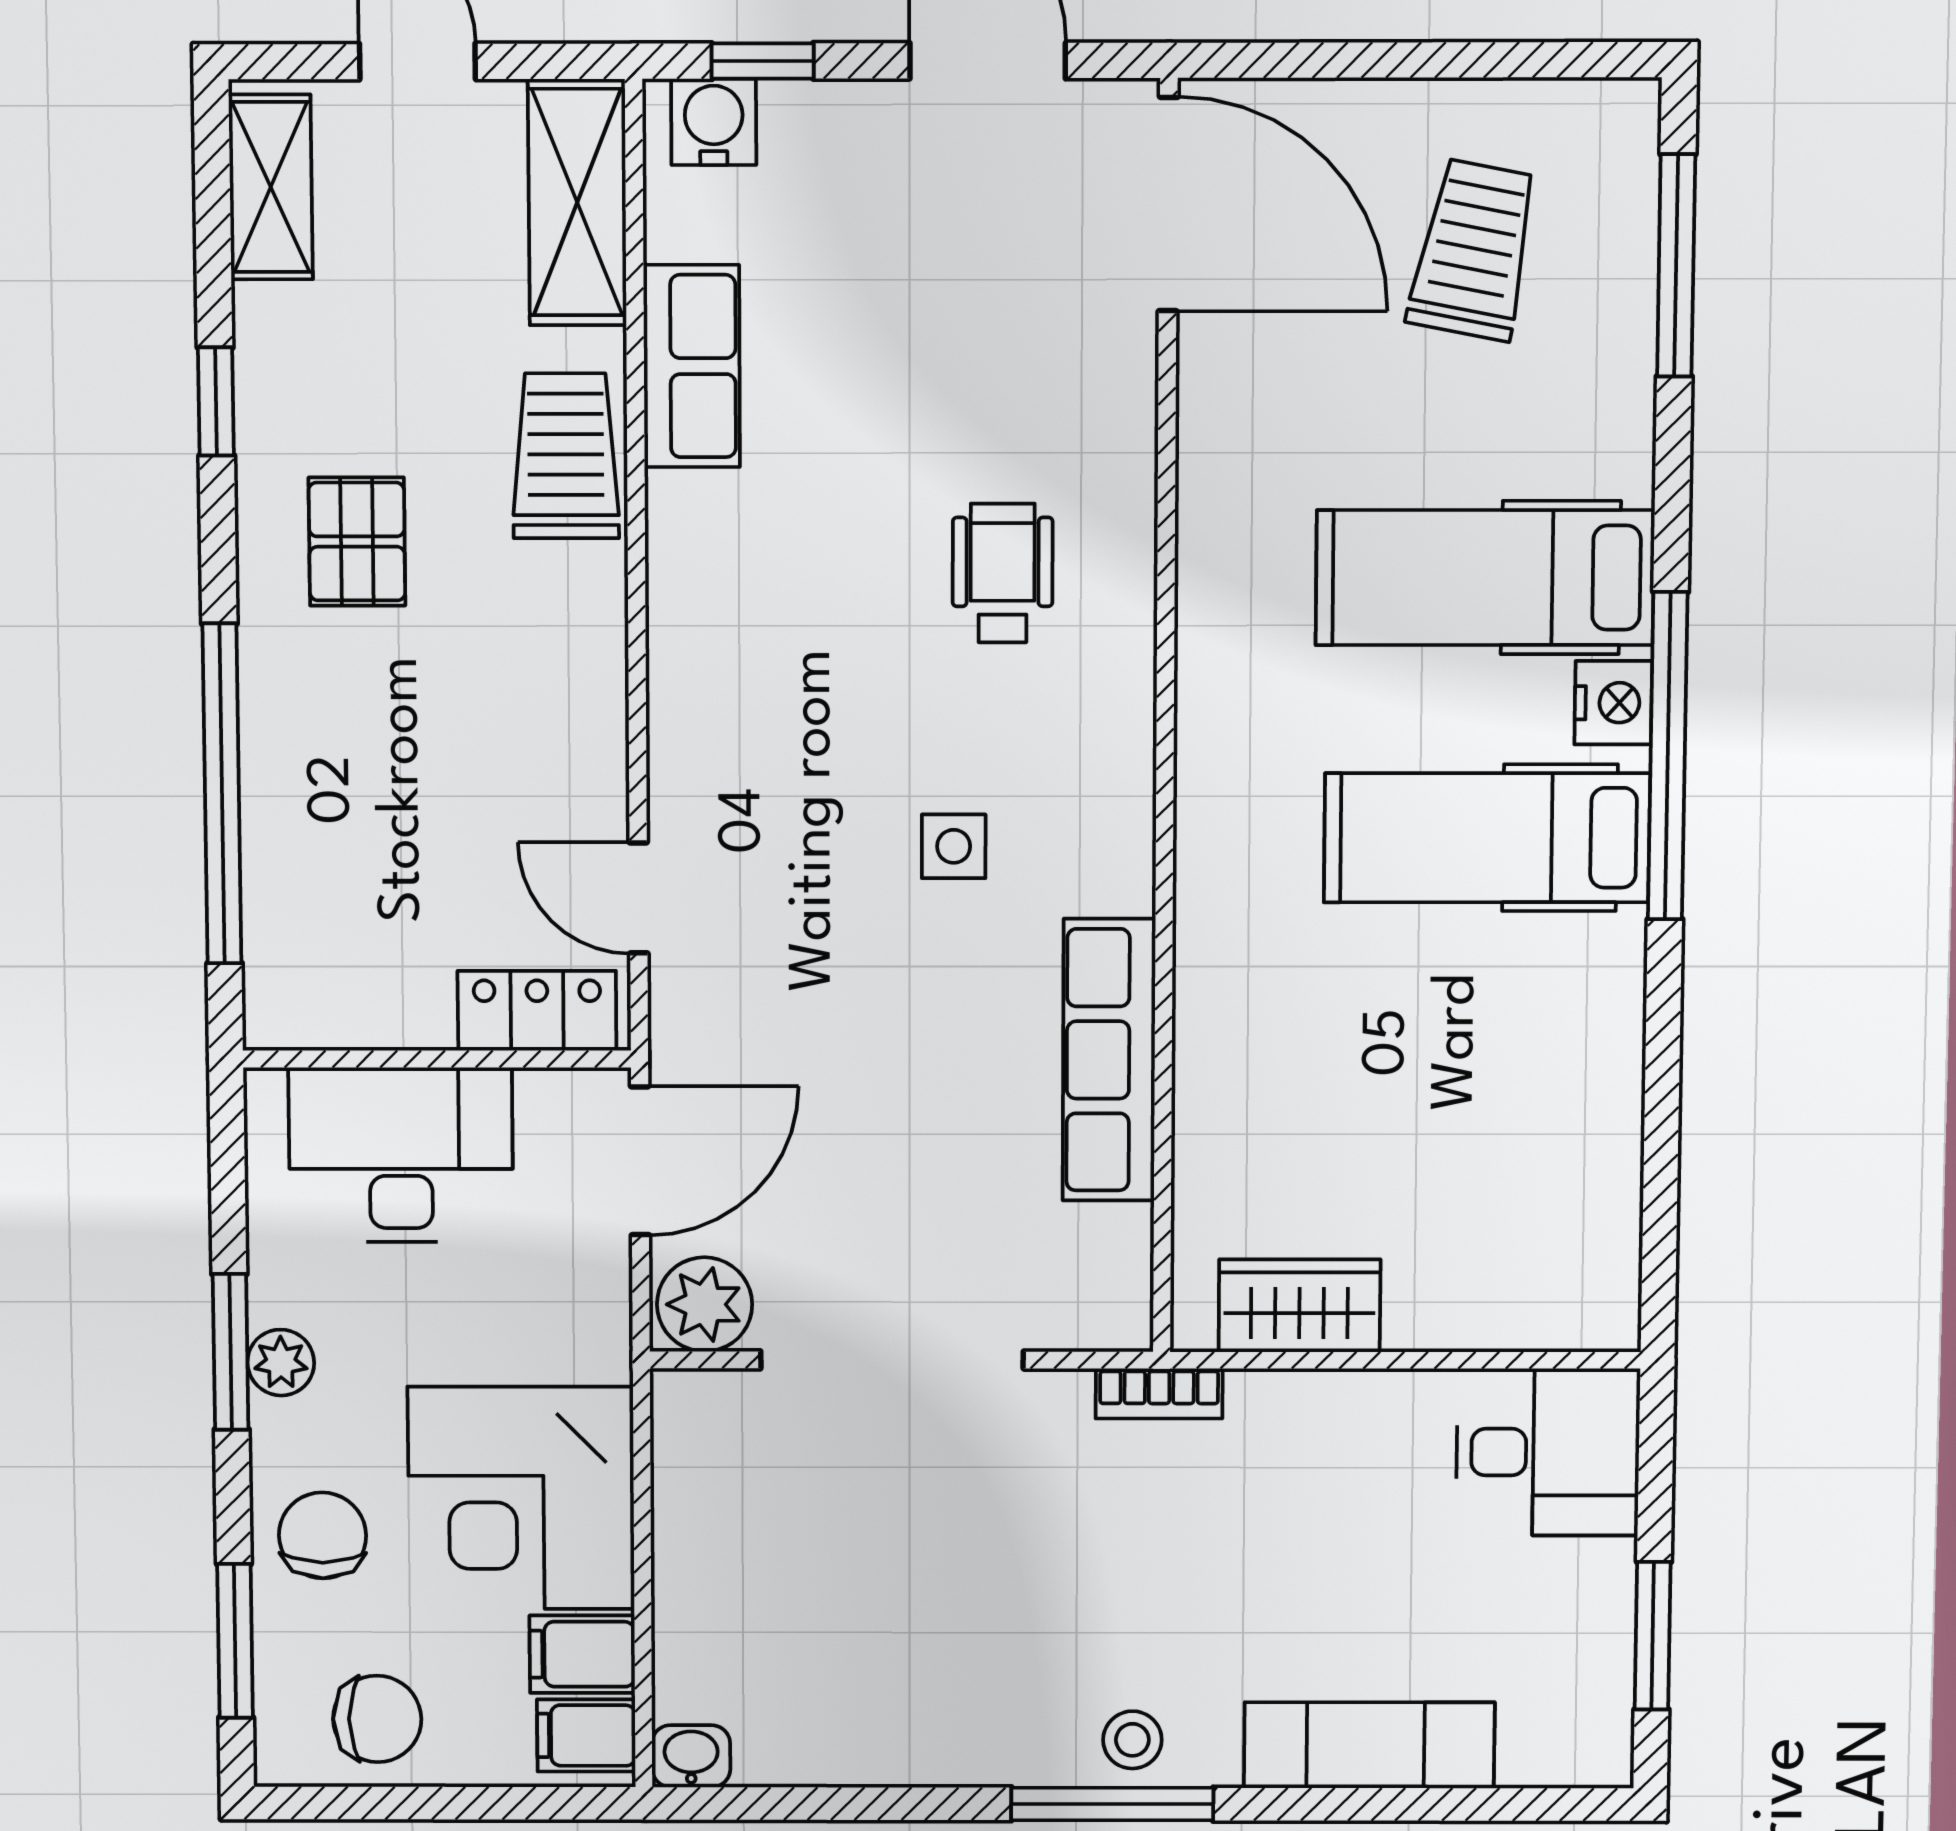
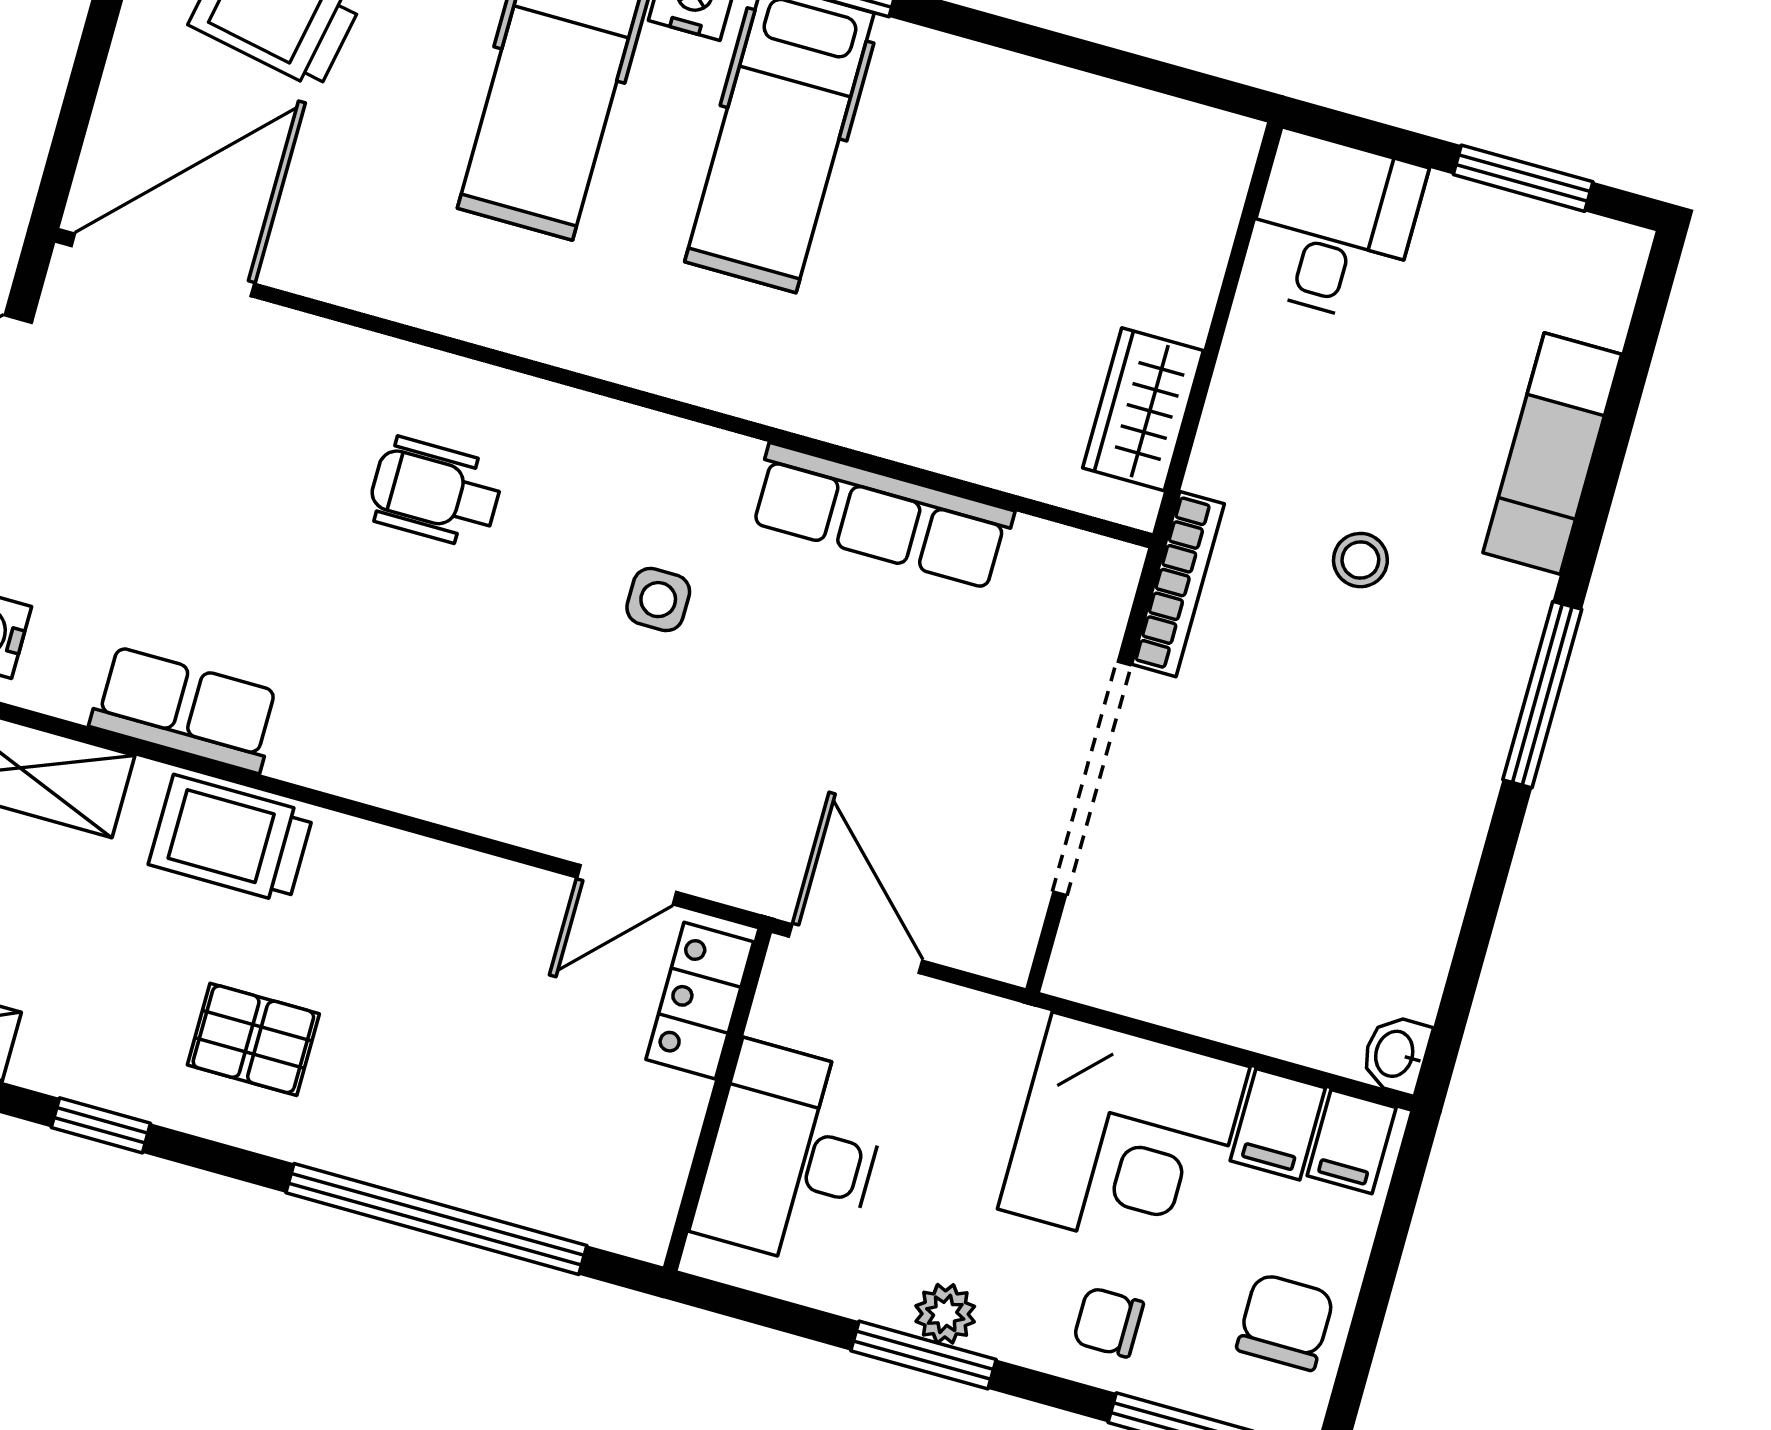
plant: (705, 1304) -> (997, 928), removed
bookcase: (1159, 1393) -> (1178, 584), width x1.56
chair: (323, 1535) -> (1108, 1322), width x0.73, depth x0.73
stool: (1132, 1740) -> (1360, 560), moved

